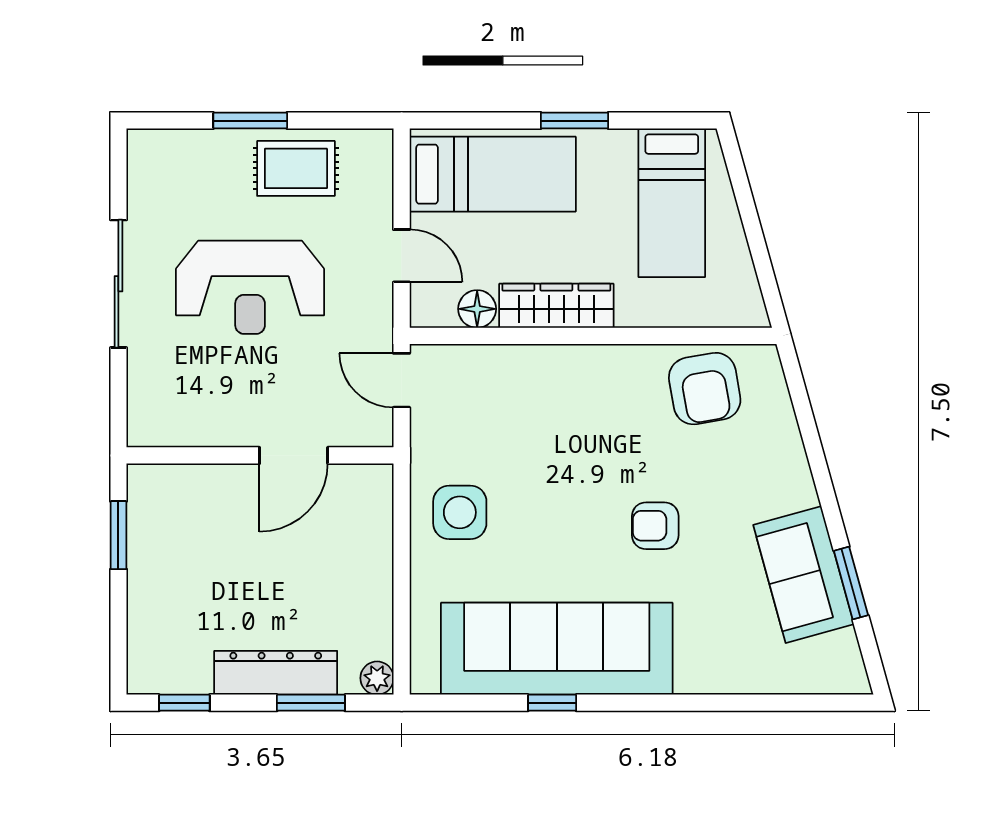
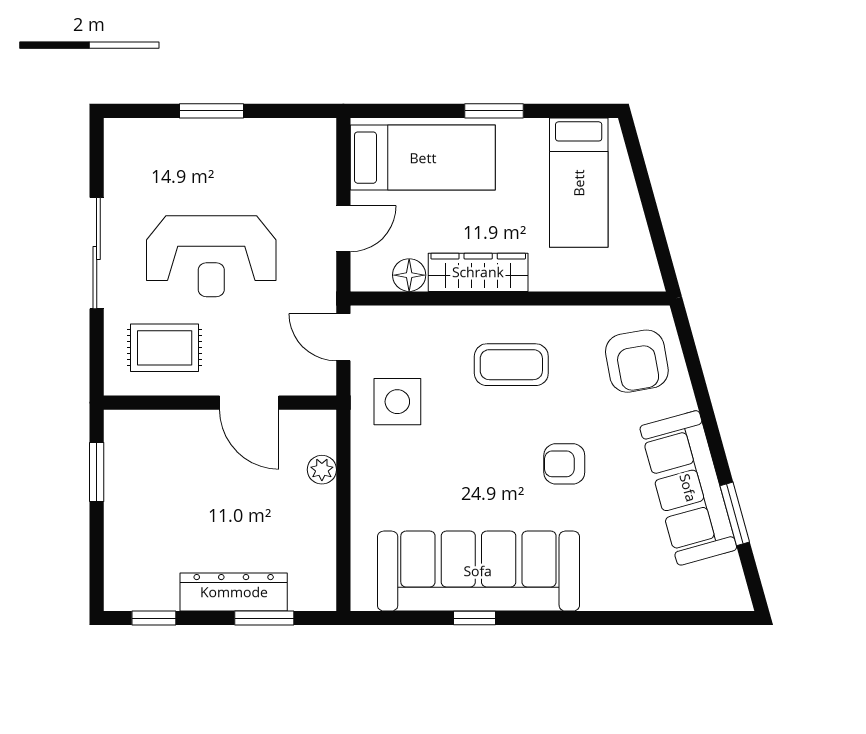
rug: (296, 168) -> (165, 348), moved
door: (402, 256) -> (343, 229), hinge flipped
armchair: (705, 389) -> (637, 361), moved
coffee table: (594, 412) -> (511, 365), added
door: (294, 455) -> (249, 403), hinge flipped
side table: (460, 512) -> (397, 402), moved
sofa: (804, 575) -> (688, 488), width x1.36
plant: (377, 678) -> (322, 470), moved

